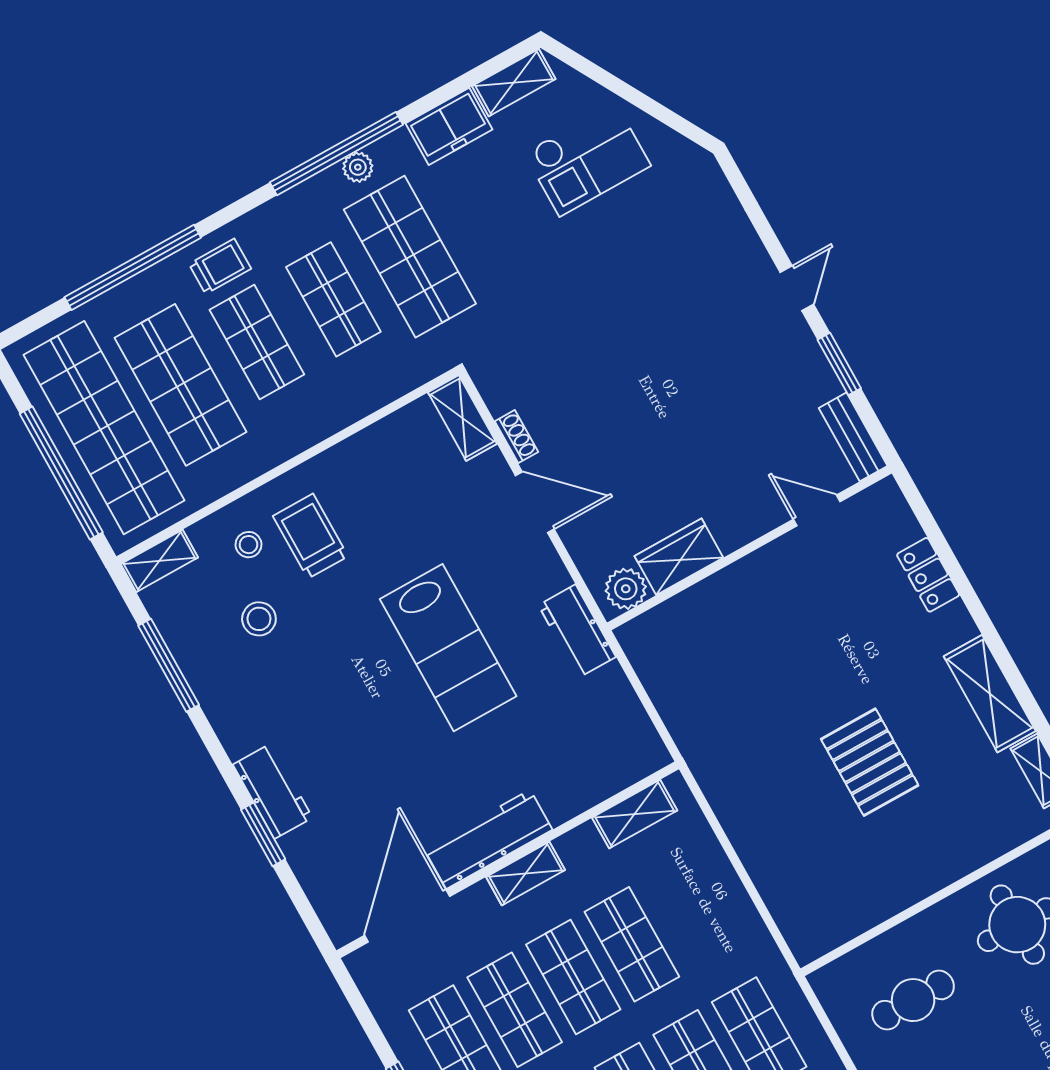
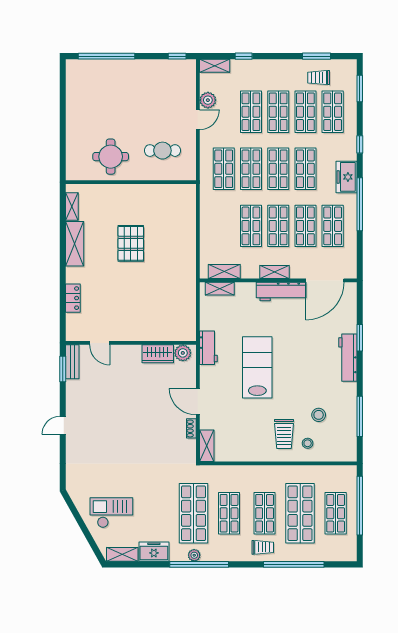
trolley: (220, 266) -> (263, 547), turned 180
window: (839, 364) -> (63, 369), moved
shop shelf: (104, 428) -> (336, 513), width x0.50, depth x0.74
shelving: (159, 561) -> (220, 289), moved
workbench: (273, 791) -> (348, 358), width x1.38

